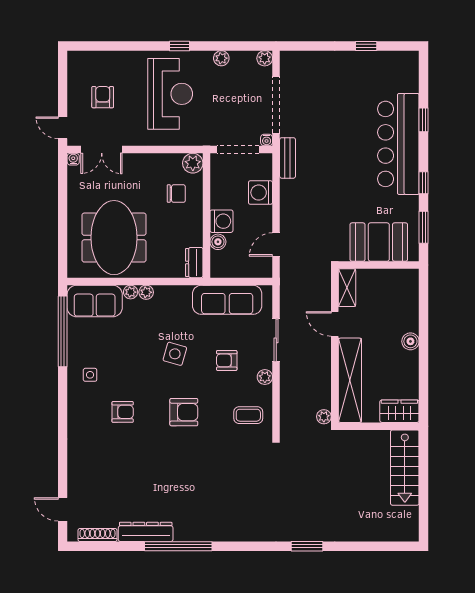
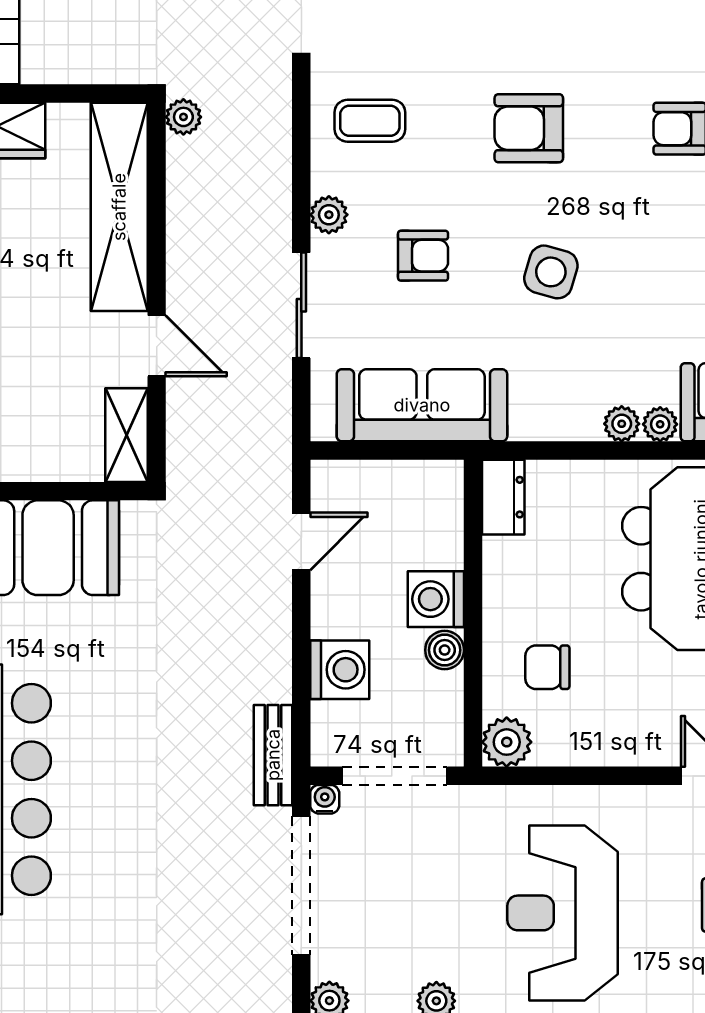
boiler: (218, 242) -> (445, 650), moved

